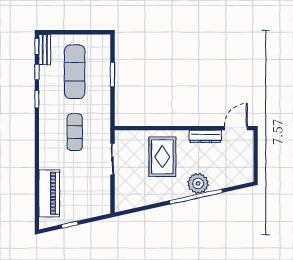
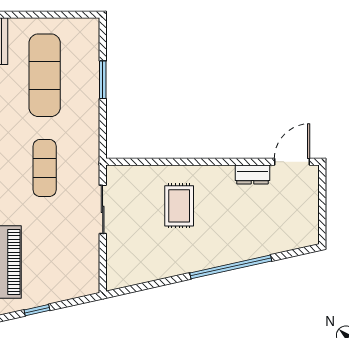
dresser: (205, 136) -> (252, 174), width x0.70
rug: (162, 157) -> (179, 206), width x0.73, depth x0.70
plant: (198, 183) -> (234, 247), removed

